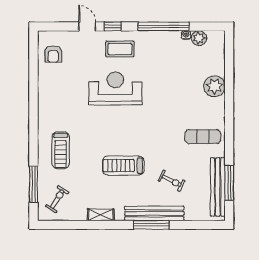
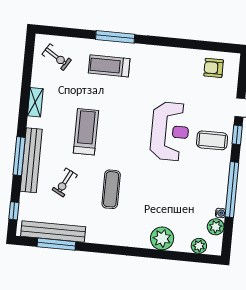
coffee table: (120, 49) -> (212, 140), turned 90
plant: (218, 52) -> (199, 246), added
exercise mat: (203, 136) -> (111, 189), moved
window: (33, 184) -> (115, 37), moved
window: (202, 225) -> (14, 211), added

